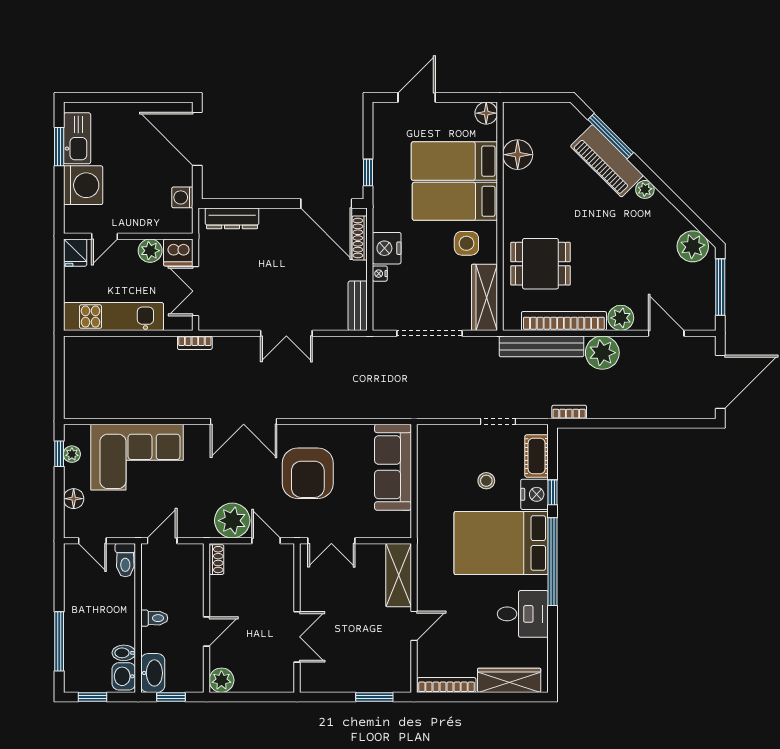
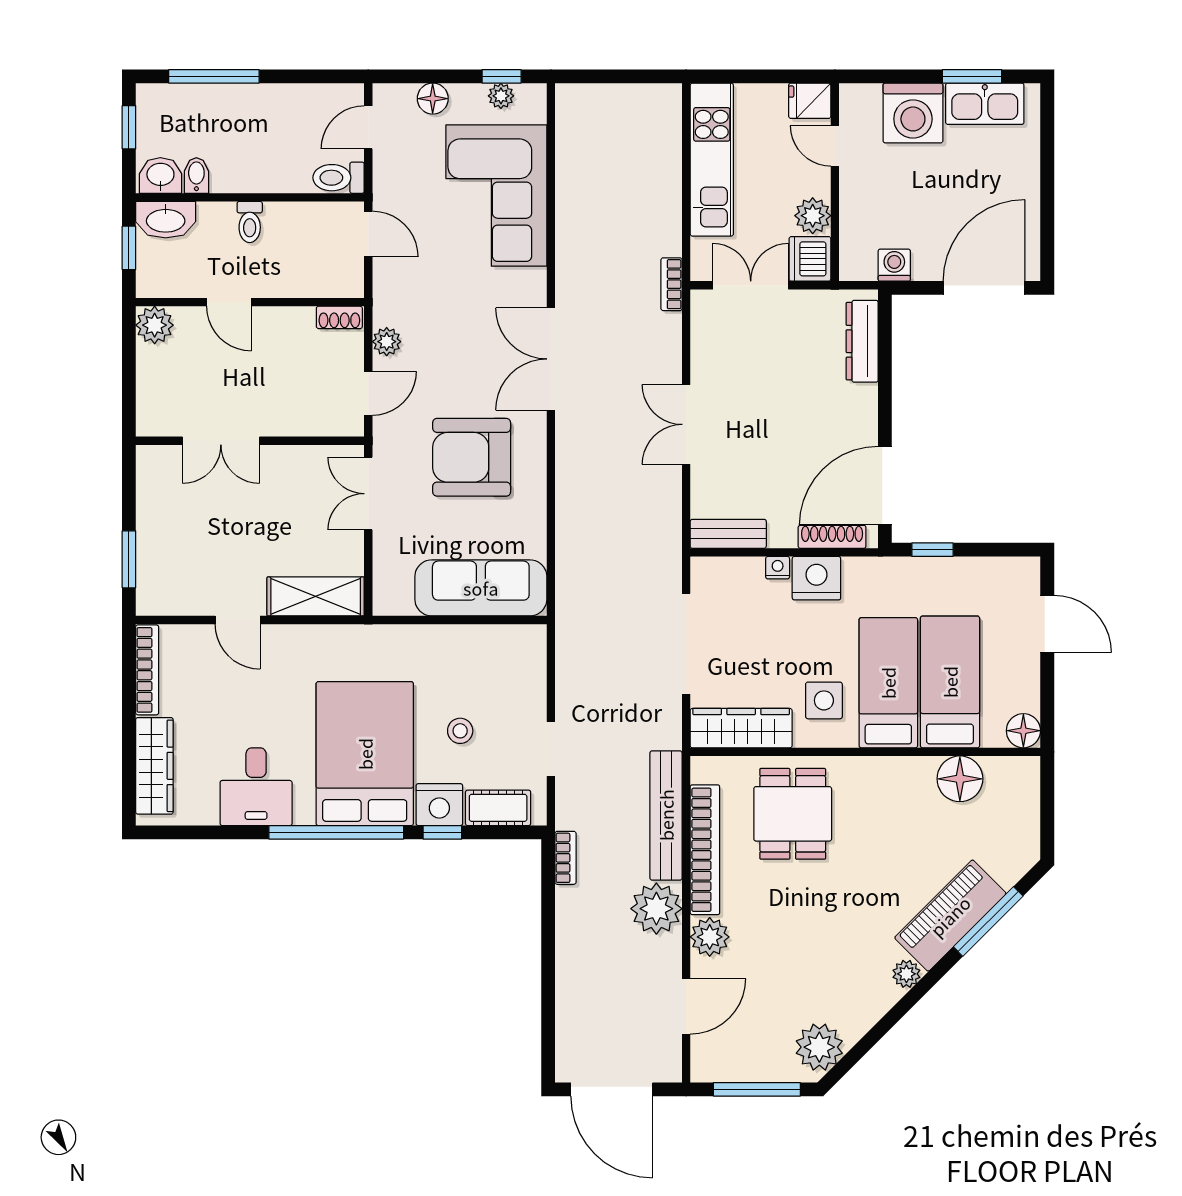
plant: (232, 521) -> (387, 342), width x0.53, depth x0.53

